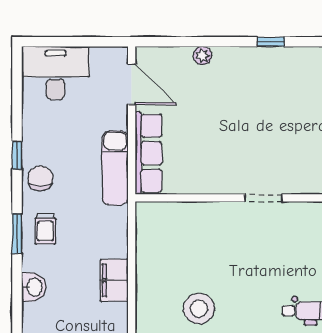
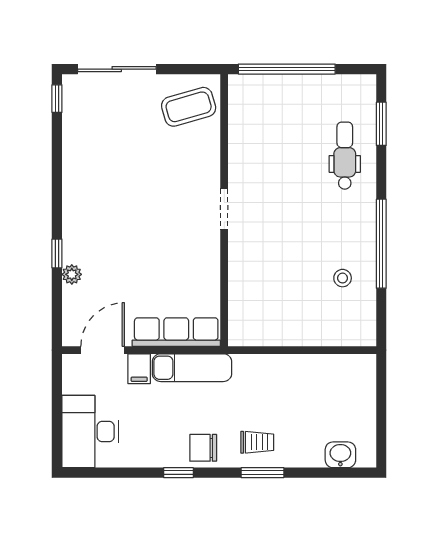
window: (271, 42) -> (57, 253), moved
filing cabinet: (114, 280) -> (139, 369), moved, width x0.50
washbasin: (34, 287) -> (340, 455), moved
stool: (199, 309) -> (343, 278), width x0.53, depth x0.53

